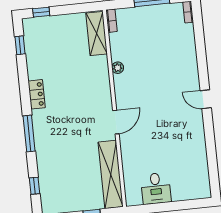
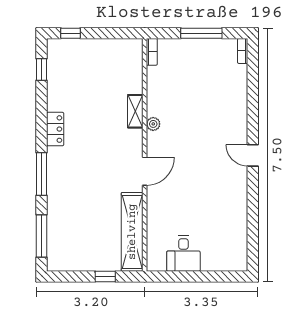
shelving: (97, 34) -> (135, 111), moved, width x0.67, depth x0.75
plant: (118, 68) -> (153, 124), moved
window: (35, 186) -> (42, 236), width x2.17

